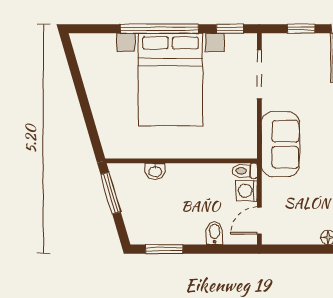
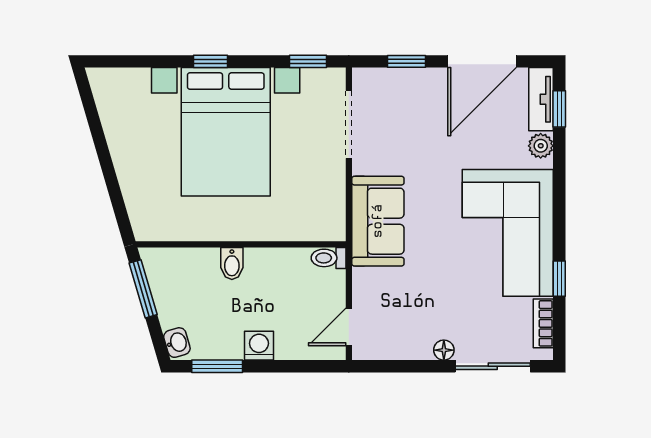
window: (159, 29) -> (211, 61), width x0.32
washbasin: (155, 171) -> (177, 343), moved, turned -106
washing machine: (247, 191) -> (259, 346), moved, turned 90
bidet: (215, 233) -> (232, 264), moved, turned 180

